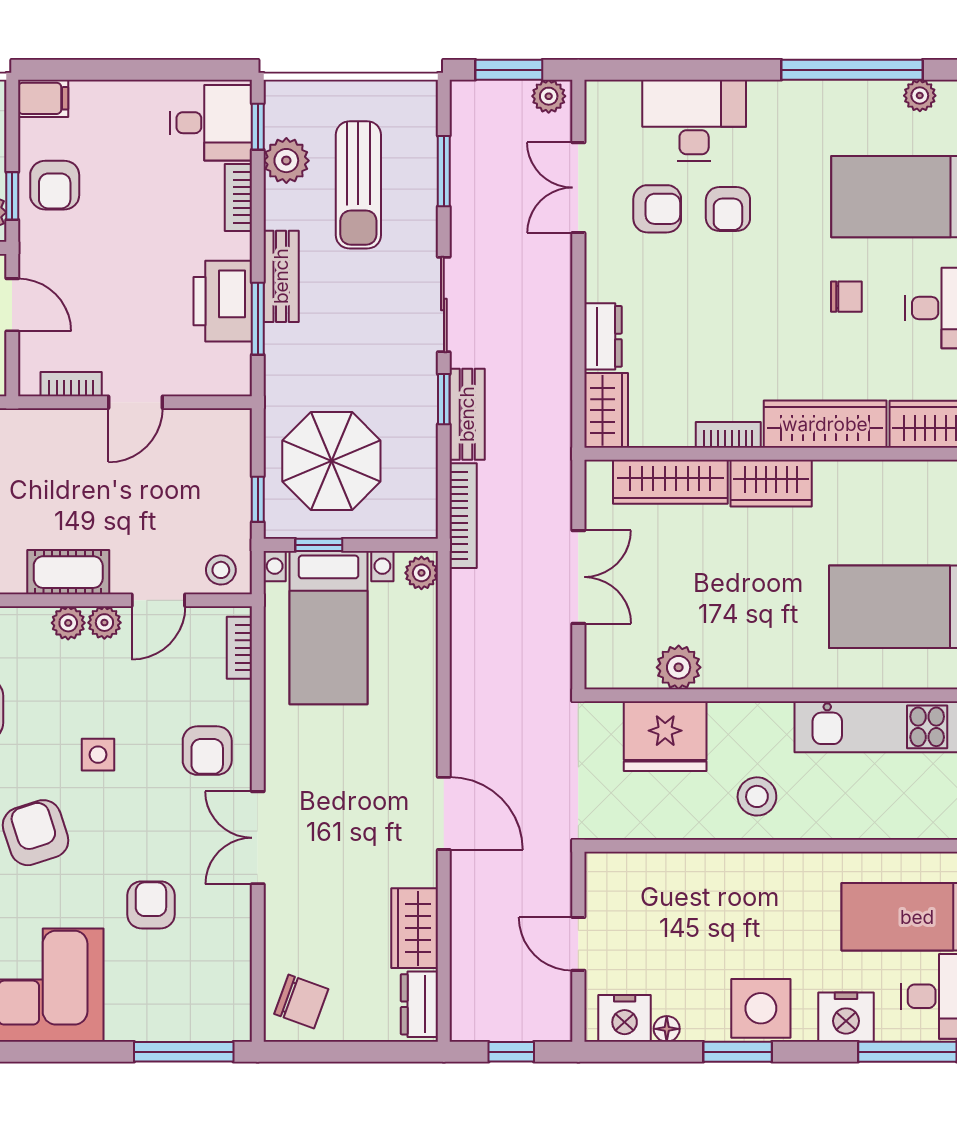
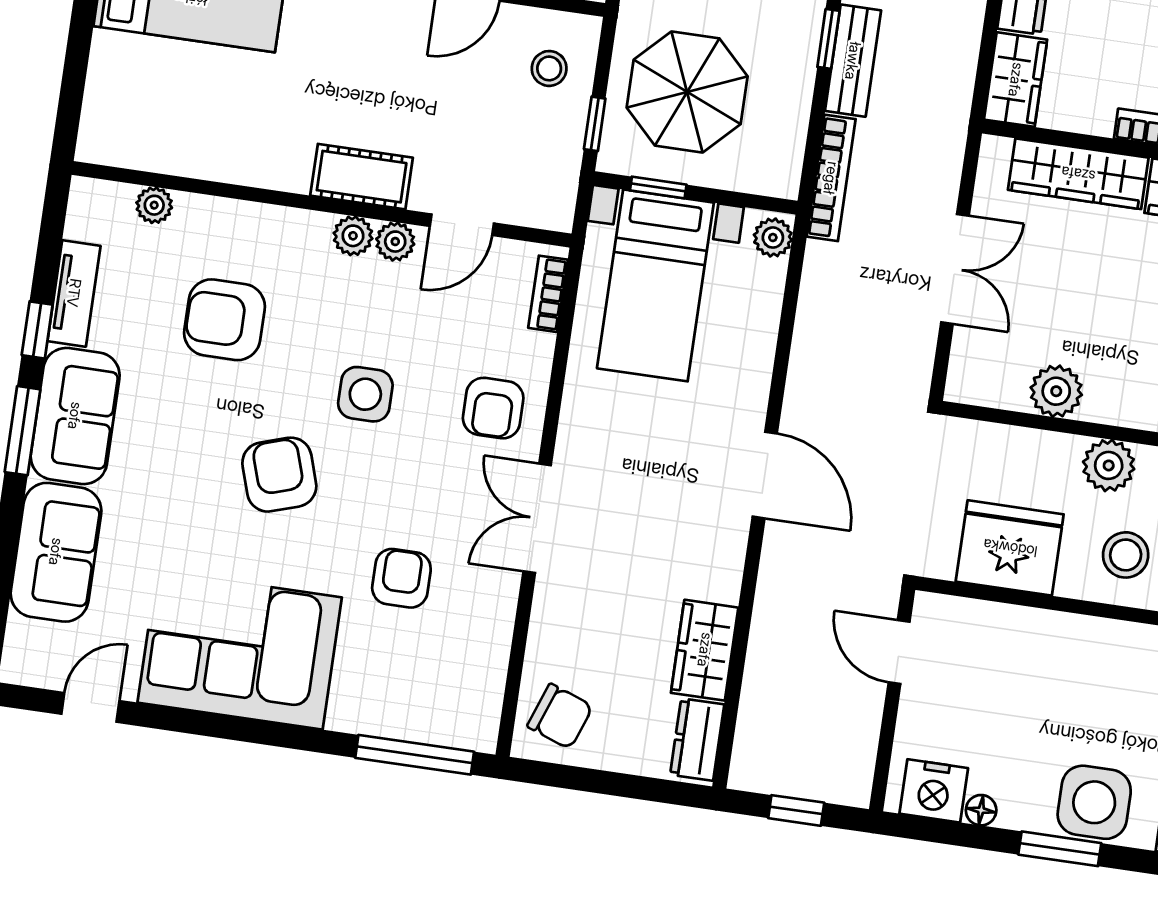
stool: (221, 570) -> (549, 68), moved
plant: (732, 723) -> (1109, 465), added
fridge: (665, 736) -> (1010, 548), moved, turned 180
side table: (98, 755) -> (365, 394), width x1.37, depth x1.37
door: (444, 813) -> (765, 475), moved
door: (578, 944) -> (899, 652), moved

